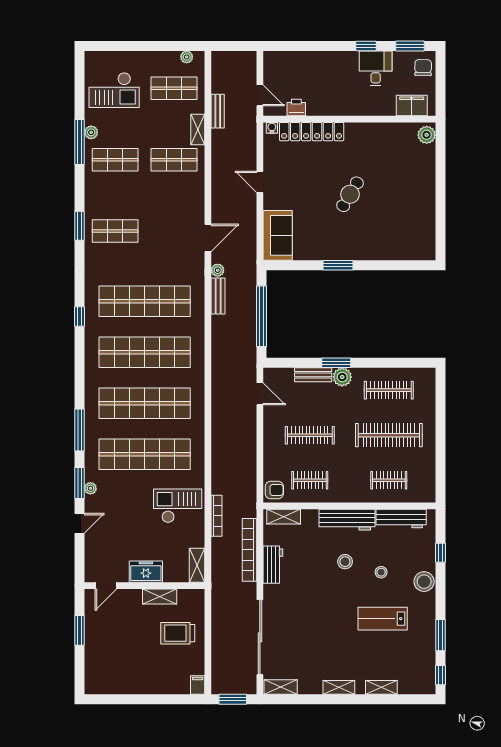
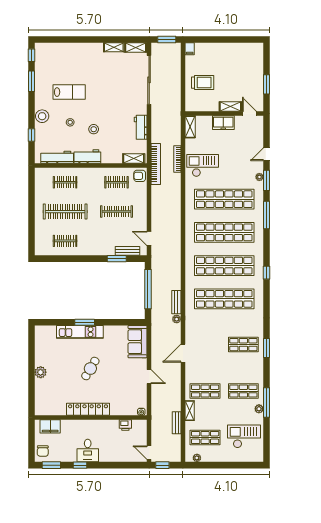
window: (240, 46) -> (162, 465), added
desk: (376, 68) -> (88, 451), moved
door: (260, 95) -> (149, 453), moved
locker: (312, 132) -> (88, 409), moved
plant: (427, 135) -> (41, 372), moved
door: (208, 238) -> (183, 353), moved
kitchen unit: (366, 250) -> (80, 332), added
window: (338, 265) -> (85, 322), moved
window: (80, 316) -> (267, 273), moved
window: (336, 363) -> (117, 259), moved
bench: (313, 375) -> (128, 251), moved
plant: (342, 377) -> (95, 249), removed
clothes rail: (389, 390) -> (65, 241), width x0.73
checkout: (178, 506) -> (203, 165), turned 180
workbench: (347, 520) -> (87, 157), width x0.73
bookcase: (250, 550) -> (156, 164), moved
door: (106, 586) -> (249, 114), hinge flipped
shelving: (160, 596) -> (230, 107), moved
shelving: (339, 687) -> (114, 47), moved
shelving: (381, 687) -> (70, 47), removed

